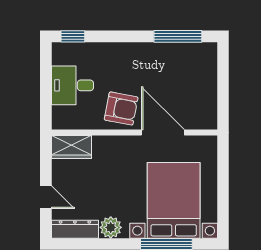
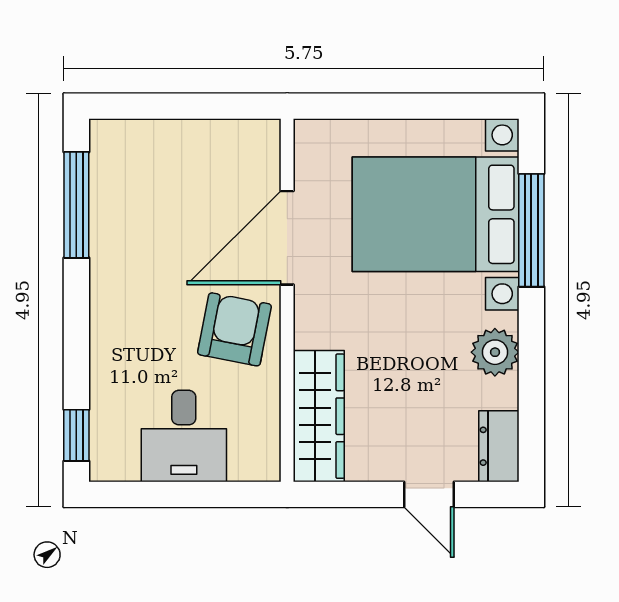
wardrobe: (72, 147) -> (319, 416), width x1.50
door: (46, 197) -> (429, 494), swing flipped
dresser: (75, 229) -> (499, 446), width x0.70

